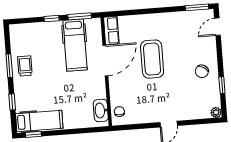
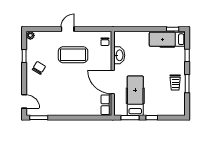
door: (217, 27) -> (24, 101), hinge flipped
coffee table: (152, 59) -> (73, 55), moved, turned 90
door: (105, 61) -> (113, 82), hinge flipped
washbasin: (101, 110) -> (119, 55), moved

